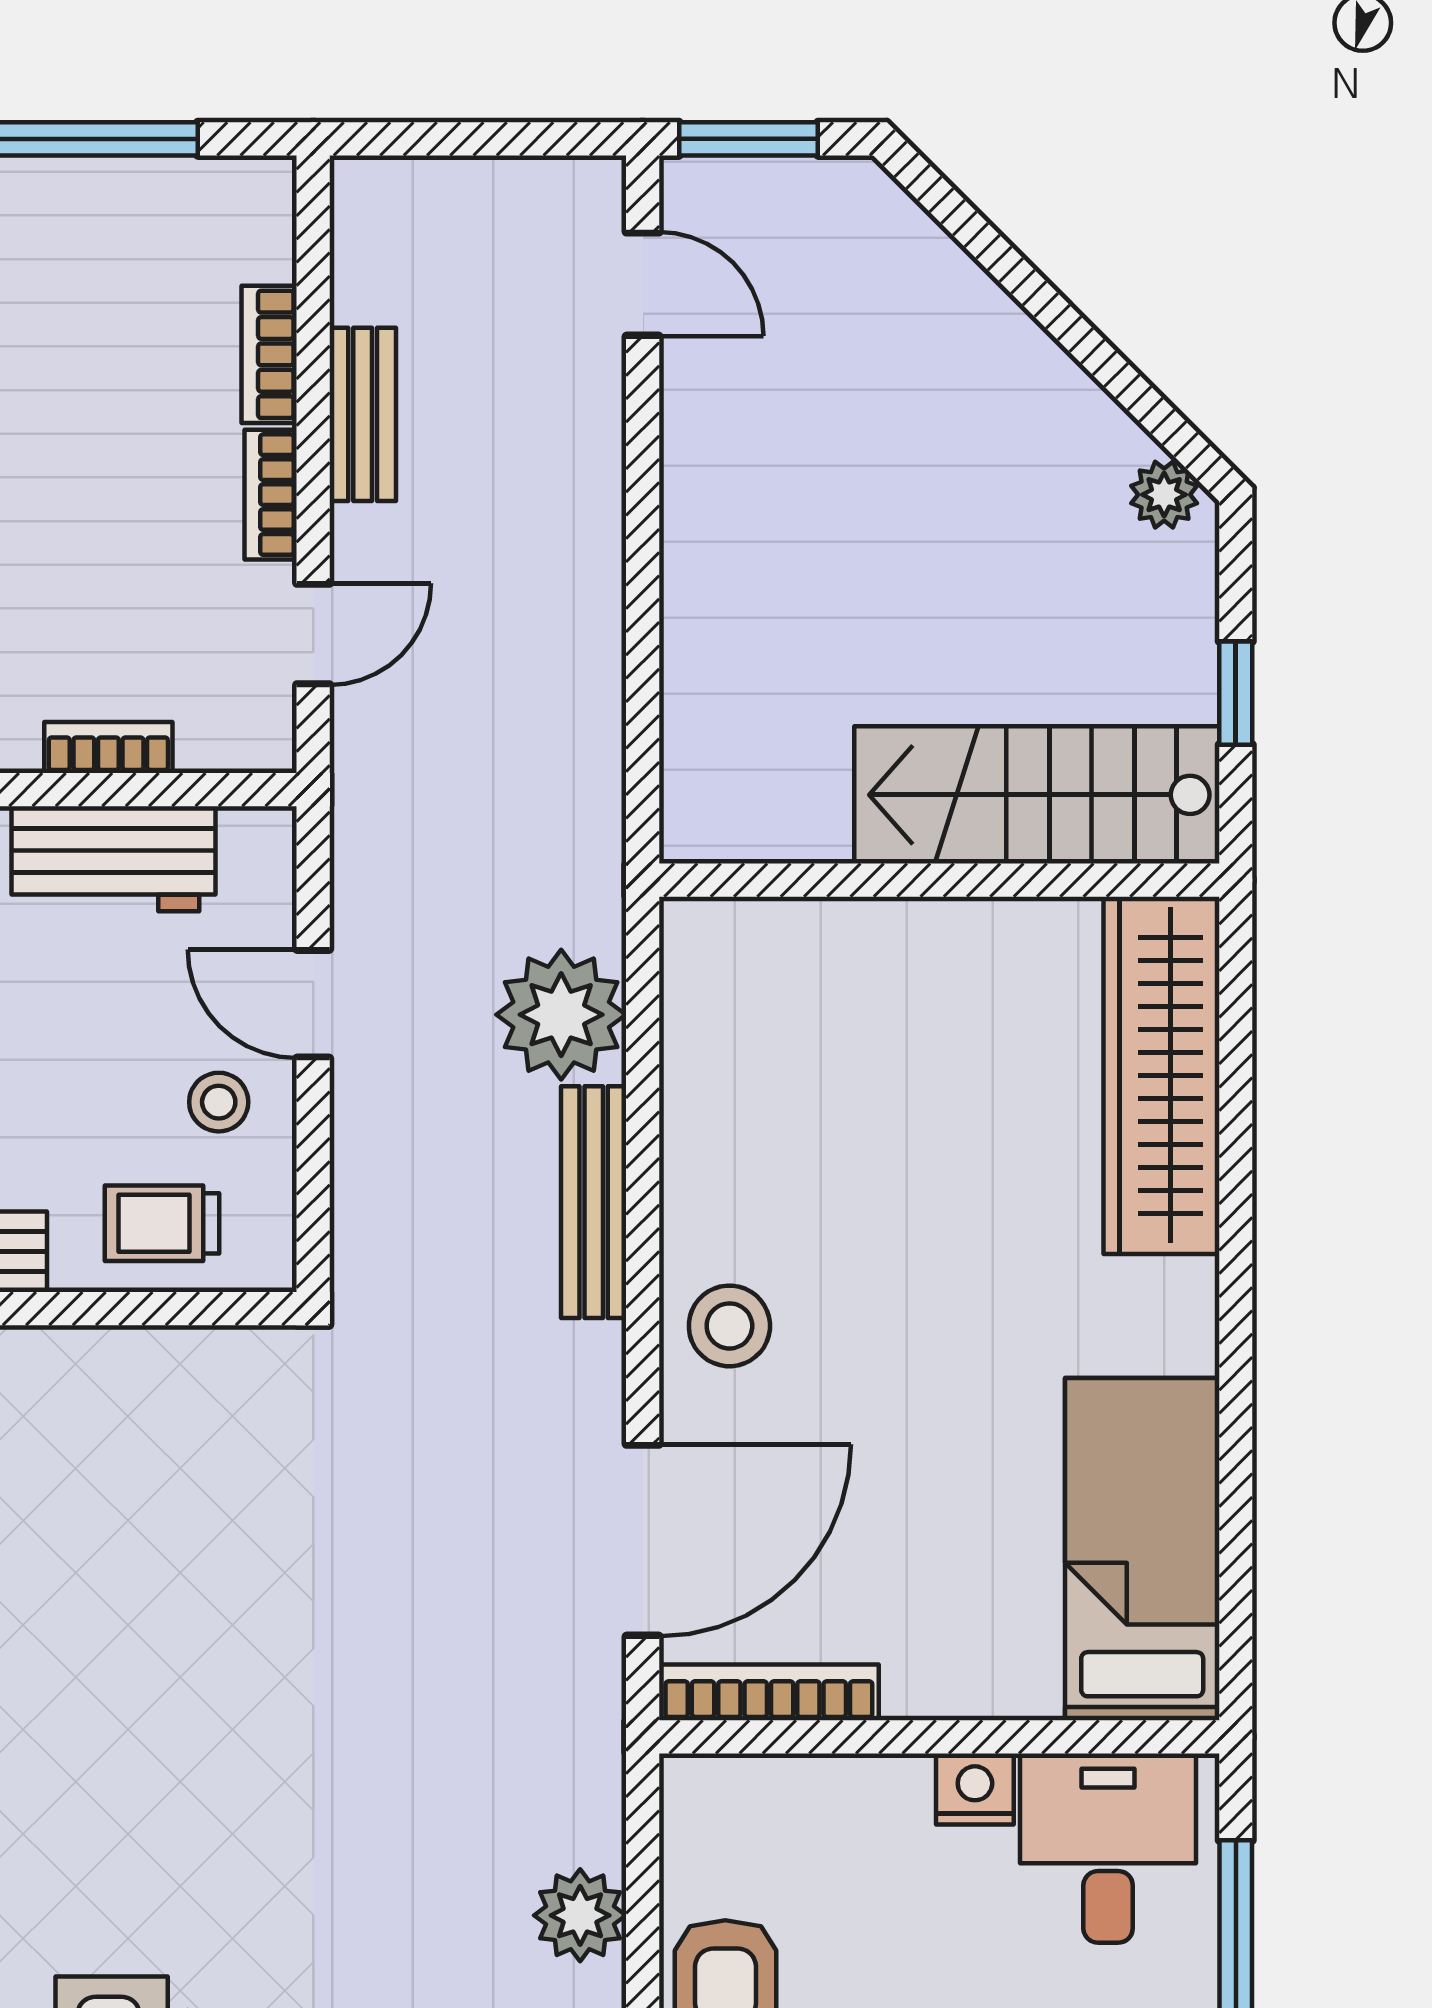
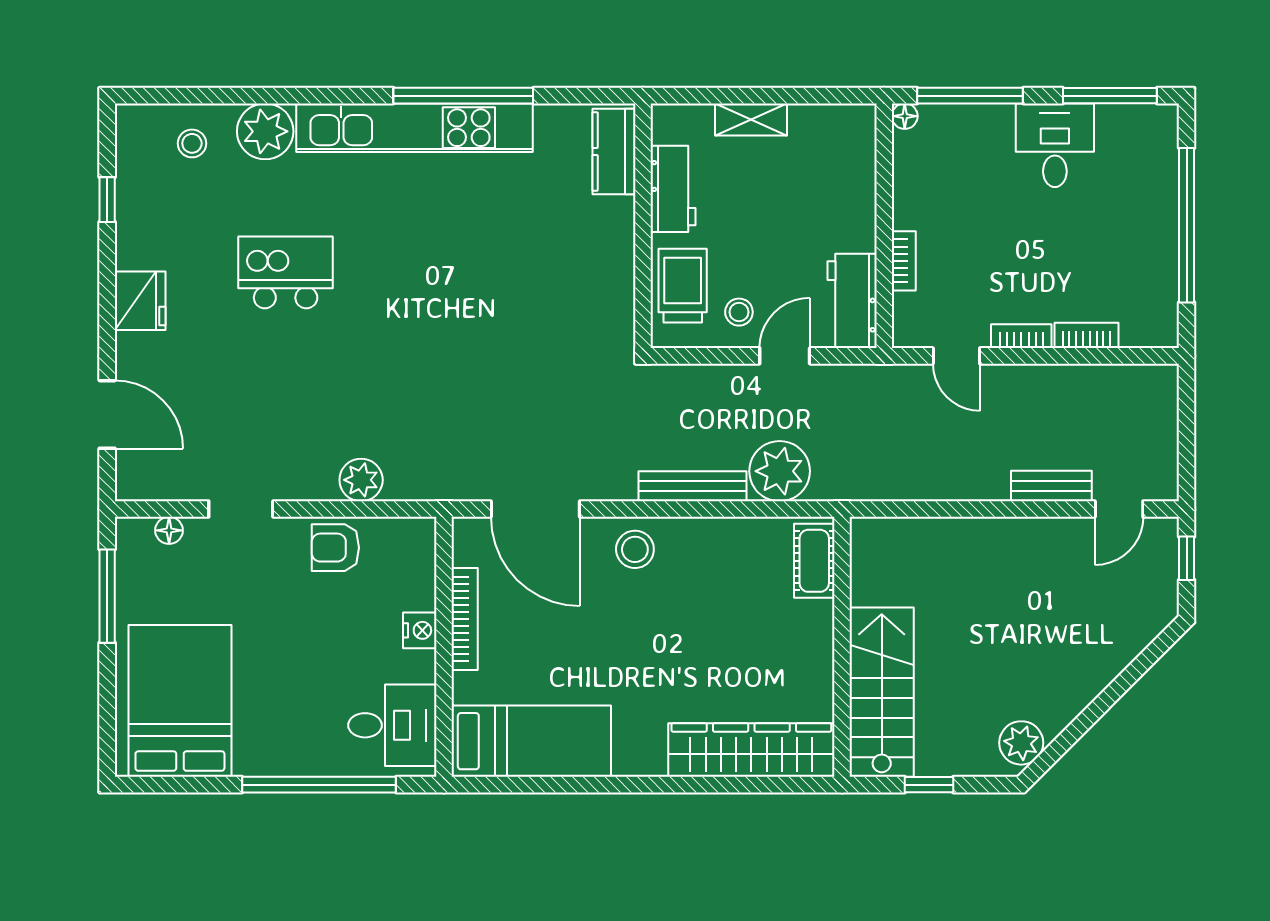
window: (749, 139) -> (1187, 558), width x0.67
bench: (363, 414) -> (1051, 486), moved
plant: (1164, 495) -> (1021, 743), width x1.38, depth x1.38
workbench: (114, 859) -> (852, 301), moved
cot: (754, 940) -> (814, 561), added
trolley: (162, 1223) -> (683, 286), width x1.36, depth x1.39
bookcase: (769, 1692) -> (465, 619), moved
nightstand: (975, 1789) -> (420, 630), moved

